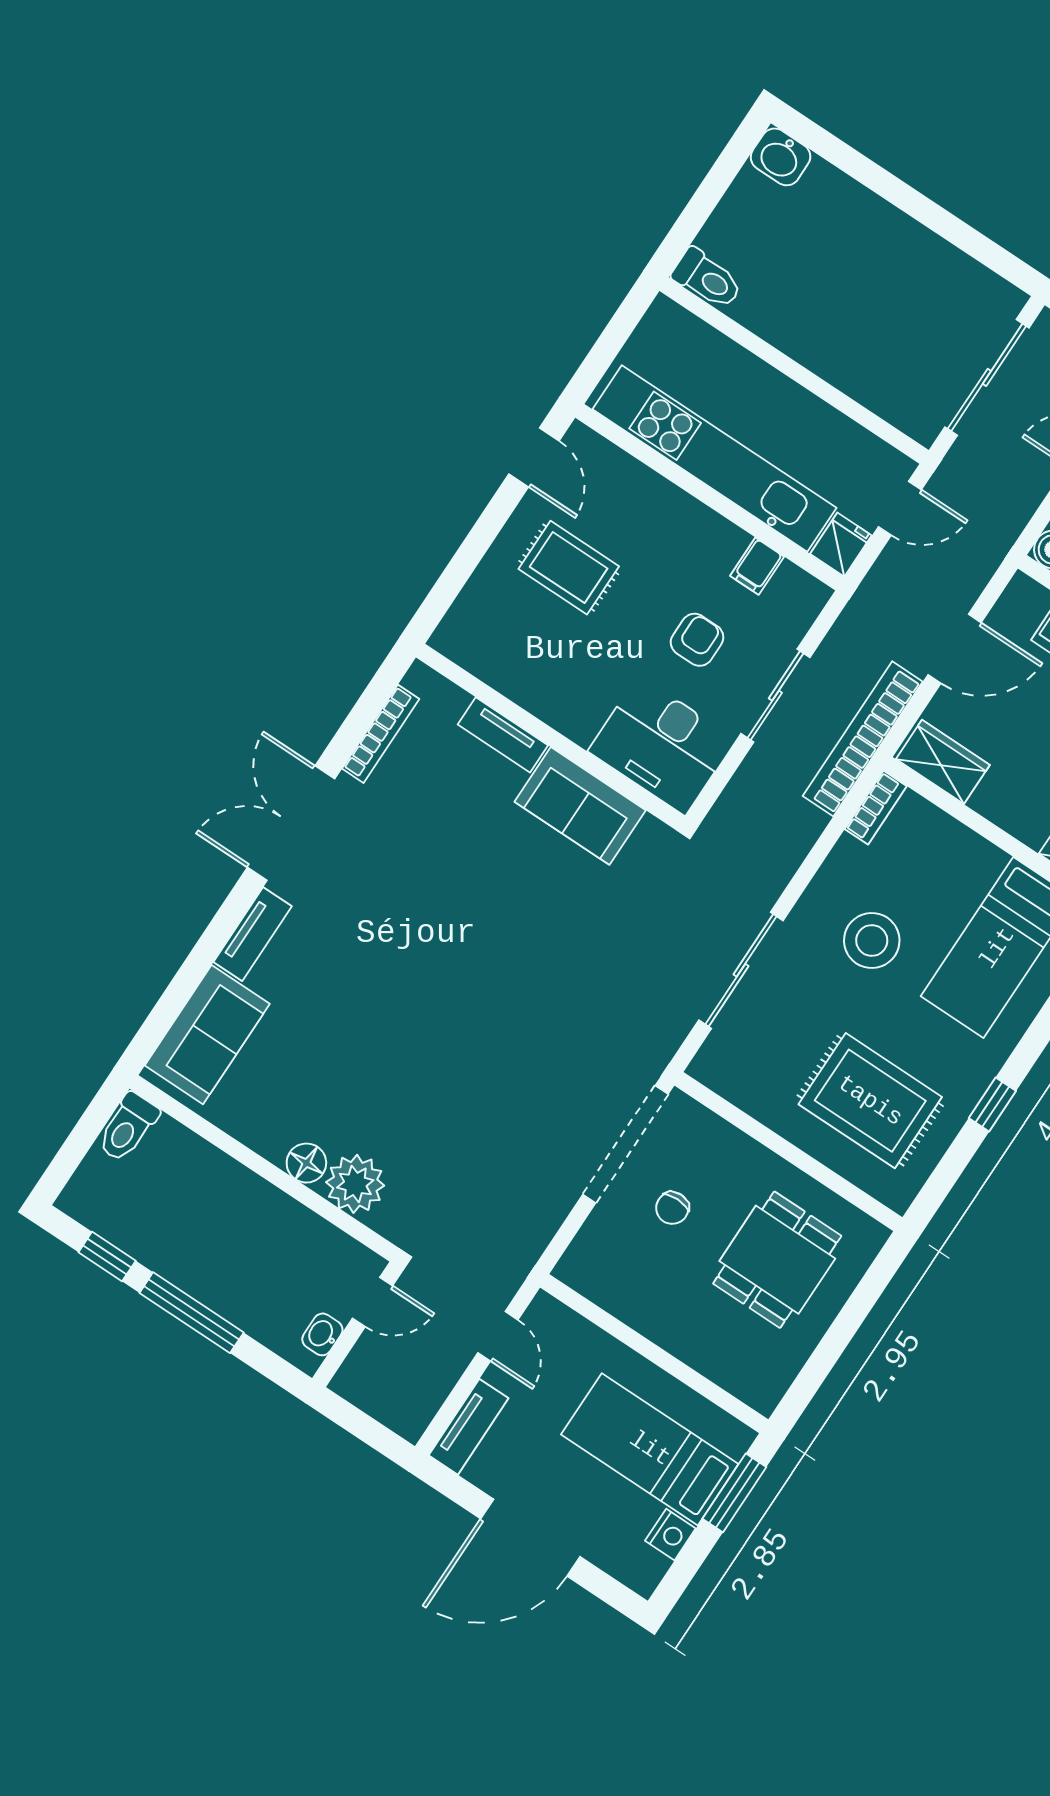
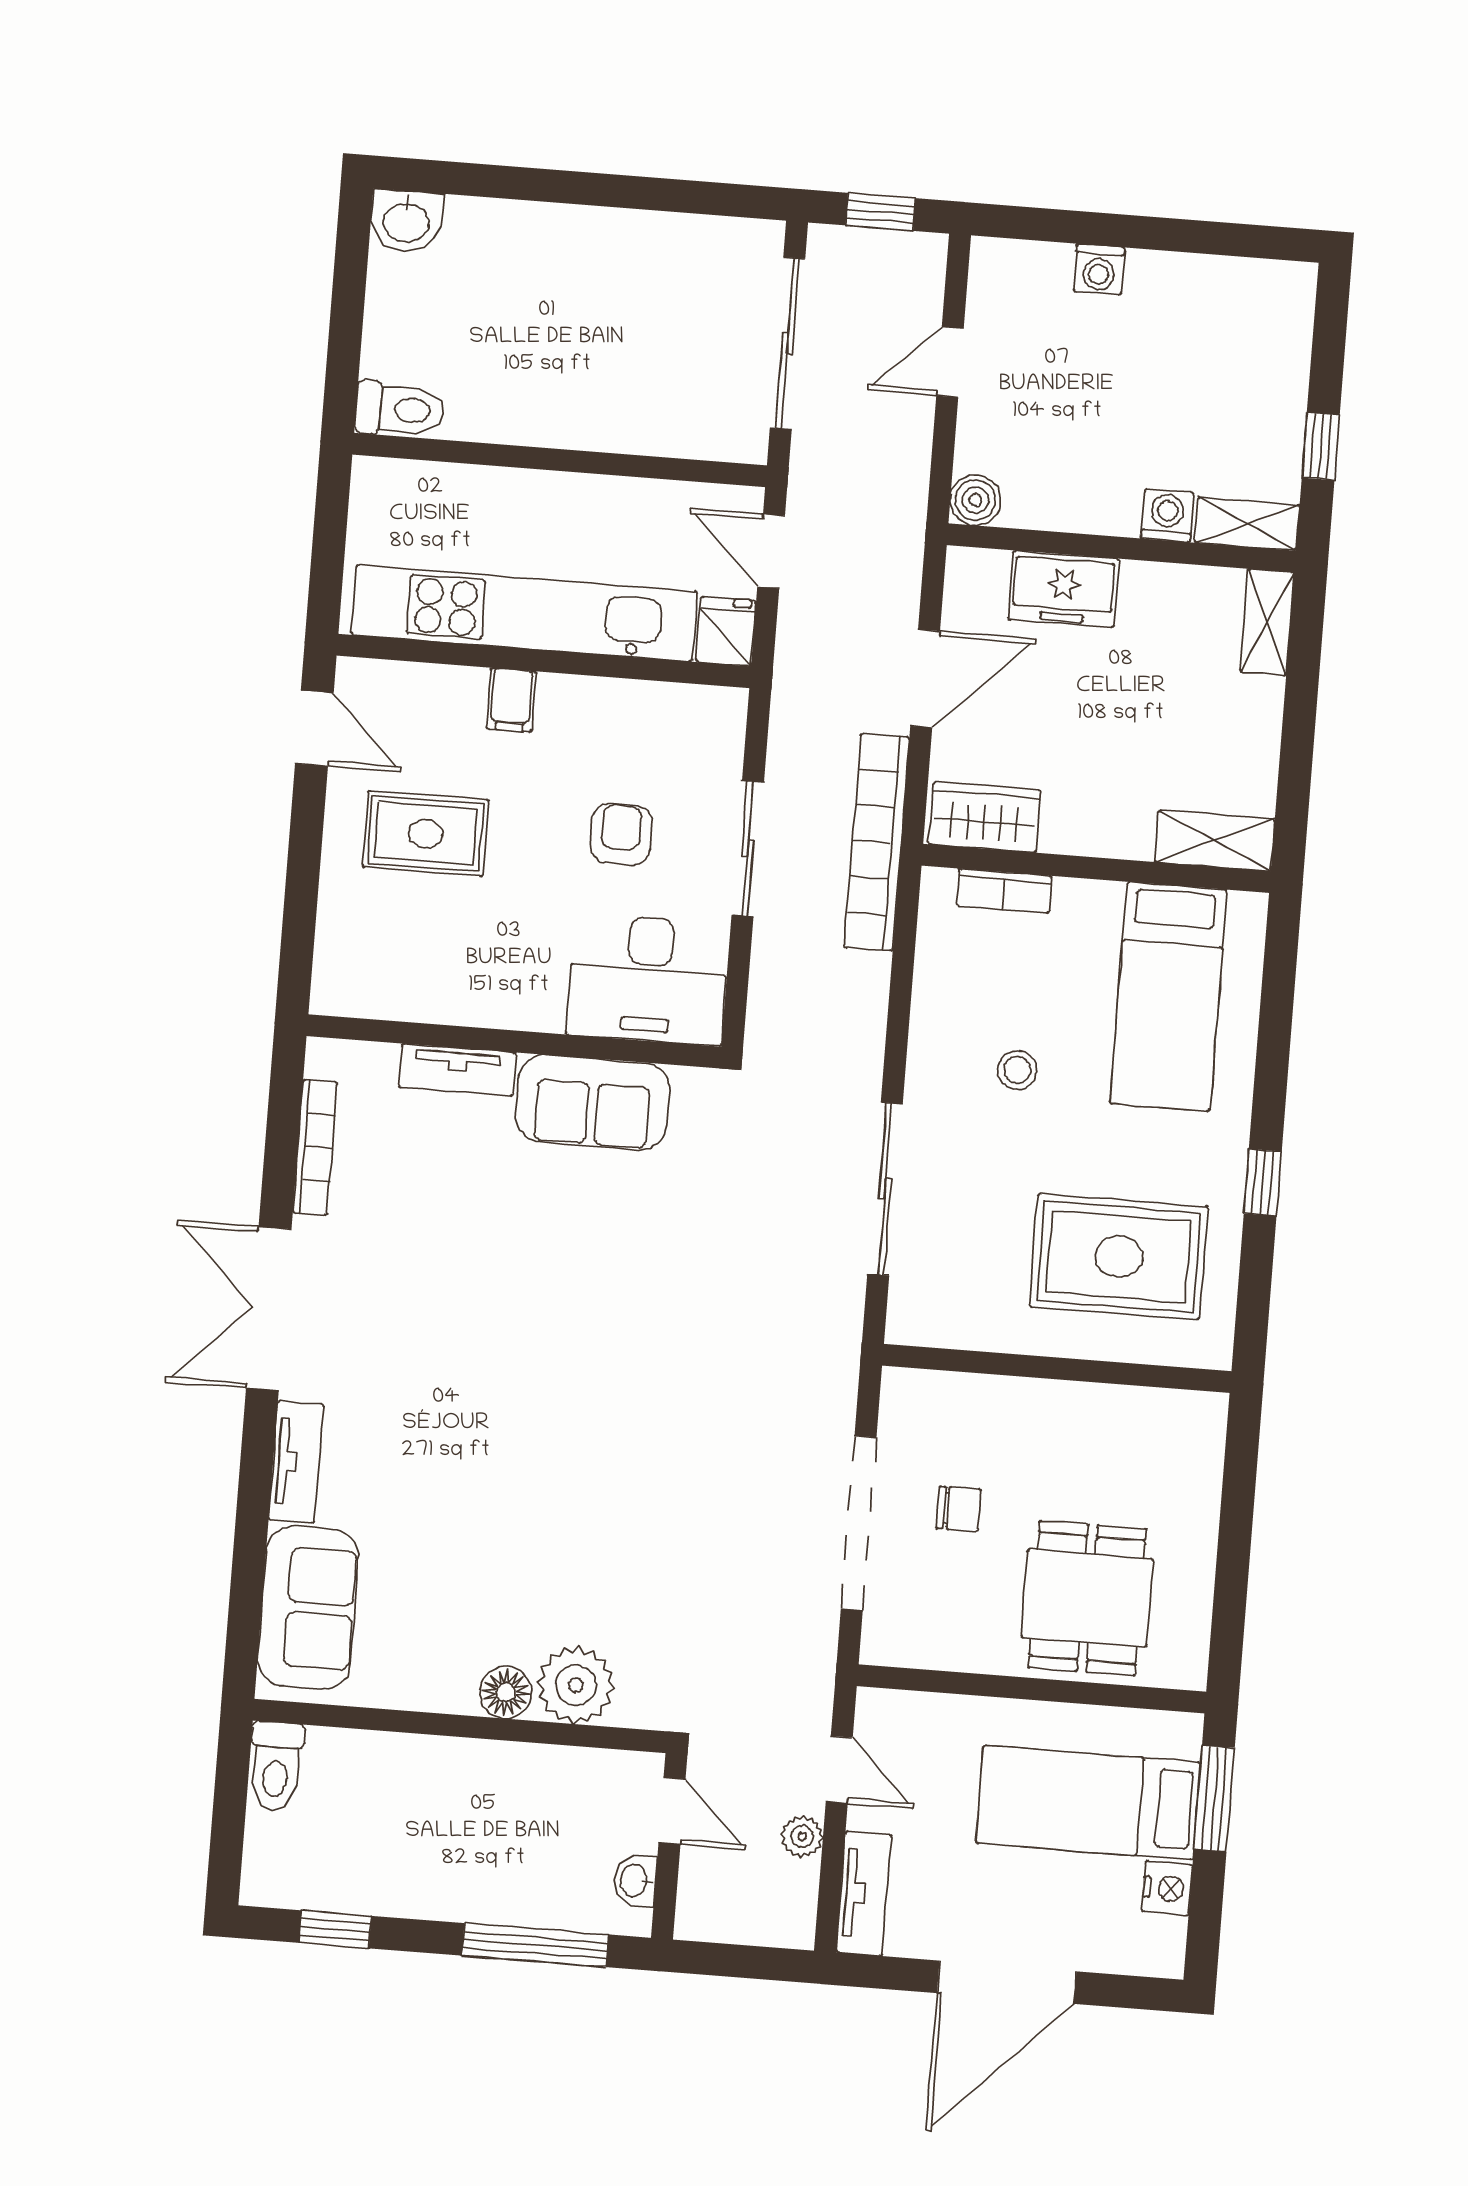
door: (900, 508) -> (771, 551), swing flipped
filing cabinet: (757, 566) -> (511, 700), moved
bookcase: (876, 808) -> (1004, 891), moved, turned 90
stool: (872, 940) -> (1017, 1070), width x0.53, depth x0.53
doorway: (625, 1144) -> (859, 1523), moved
chair: (672, 1208) -> (959, 1509), turned -90
dining table: (777, 1260) -> (1087, 1598), moved
door: (373, 1302) -> (672, 1811), hinge flipped
window: (192, 1313) -> (535, 1945), moved
plant: (449, 1367) -> (802, 1836), added

